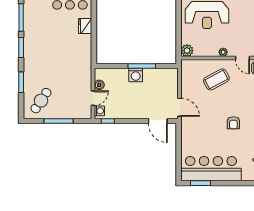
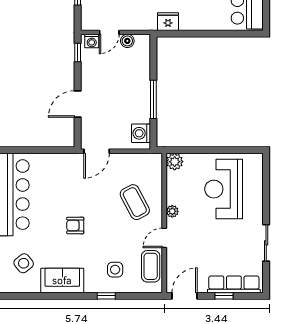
fridge: (85, 26) -> (168, 22), moved
washing machine: (136, 75) -> (141, 133), moved
door: (93, 98) -> (109, 32), hinge flipped
door: (158, 121) -> (78, 104), moved

